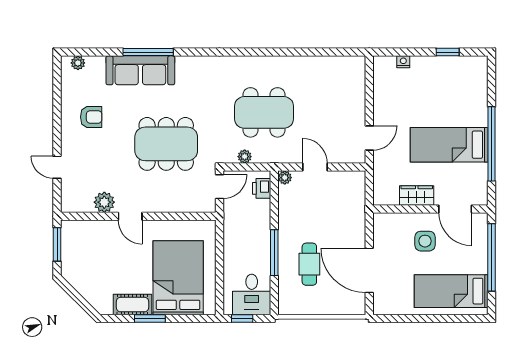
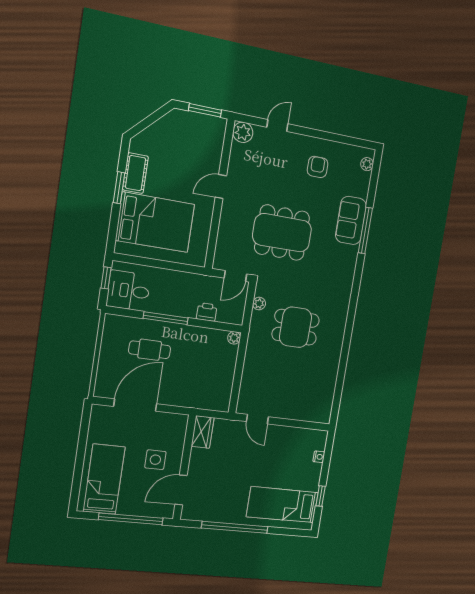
sofa: (140, 70) -> (351, 220), width x0.73
dining table: (264, 112) -> (296, 327), width x0.73
armchair: (91, 117) -> (318, 167), turned 180
dining table: (166, 144) -> (282, 233), turned 90
bed: (449, 145) -> (282, 505), moved, turned -90
door: (315, 167) -> (239, 367), removed
door: (220, 187) -> (235, 276), hinge flipped
printer: (262, 188) -> (207, 312), moved
wardrobe: (417, 196) -> (203, 432), moved
plant: (104, 202) -> (243, 132), moved

